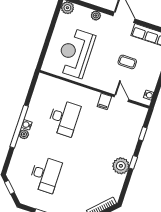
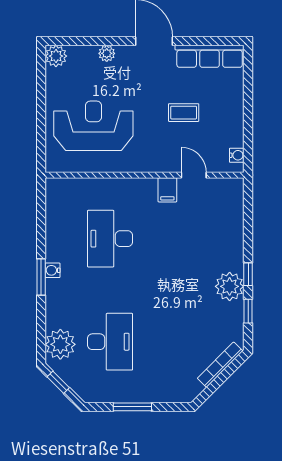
reception desk: (75, 53) -> (93, 126), turned 90
desk: (64, 118) -> (110, 239), turned 180
window: (19, 126) -> (41, 277), width x0.47
plant: (24, 134) -> (60, 344), moved, width x1.88, depth x1.88
window: (143, 134) -> (248, 311), moved

